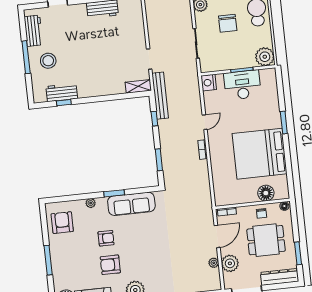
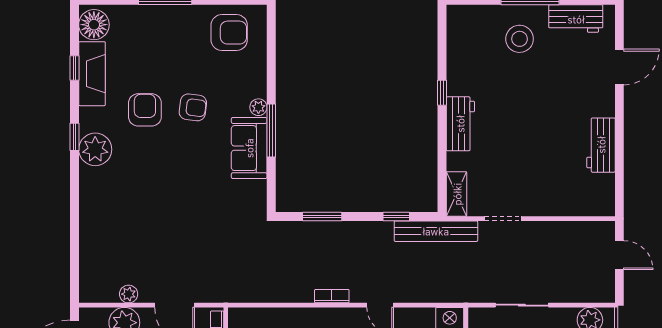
workbench: (62, 93) -> (460, 124), moved
window: (64, 103) -> (442, 93), moved
window: (114, 193) -> (271, 131), width x1.44
plant: (91, 203) -> (258, 107), moved
sofa: (131, 204) -> (249, 148), width x0.73
armchair: (106, 238) -> (193, 107), turned -83

